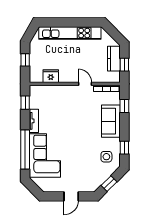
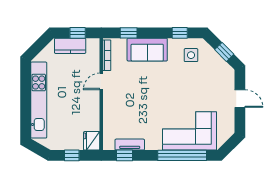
fridge: (51, 76) -> (92, 141), moved
tv unit: (34, 121) -> (130, 145), moved

